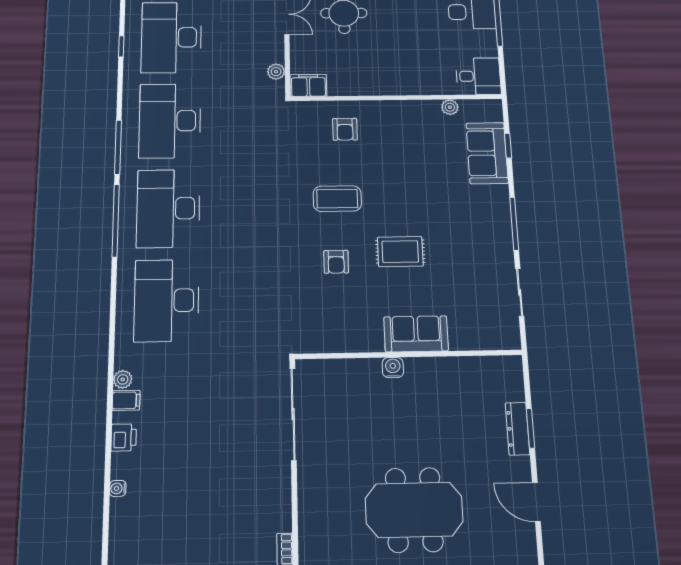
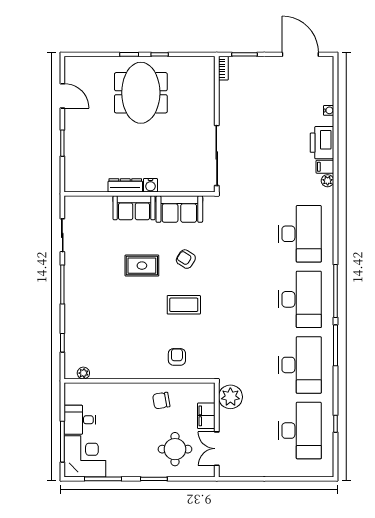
plant: (276, 72) -> (230, 397), width x1.88, depth x1.88
chair: (365, 73) -> (161, 401), added
desk: (478, 76) -> (80, 420), moved
filing cabinet: (308, 85) -> (206, 416), moved, turned 90
plant: (450, 107) -> (83, 373), moved
sofa: (487, 153) -> (179, 209), moved, turned 90
armchair: (336, 262) -> (186, 259), turned -58
dresser: (518, 429) -> (125, 185), moved, turned -90
printer: (124, 437) -> (322, 143), width x1.87, depth x1.48
meeting table: (414, 510) -> (141, 93), turned 90

